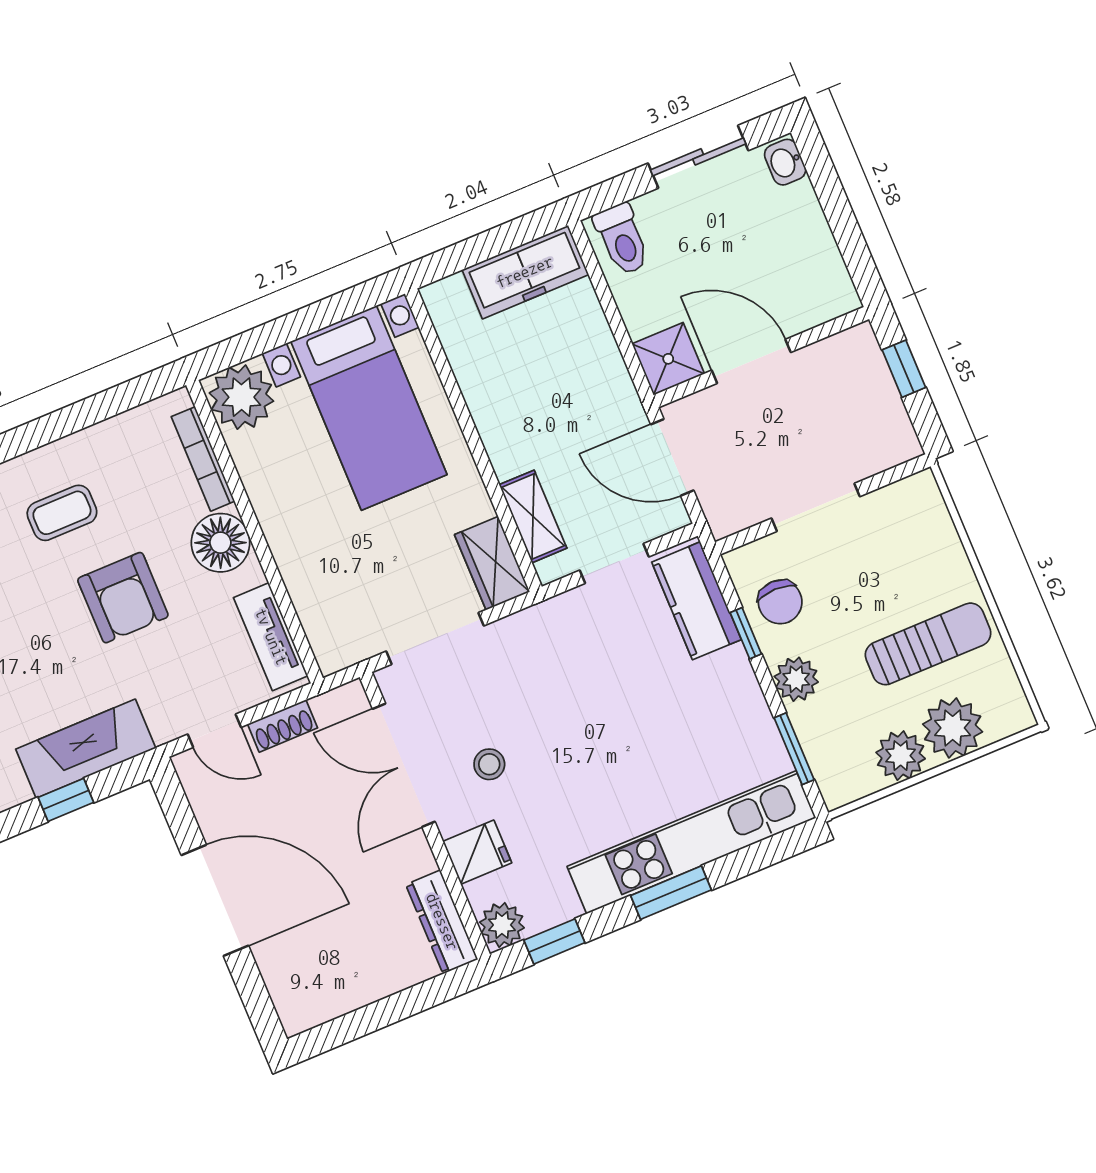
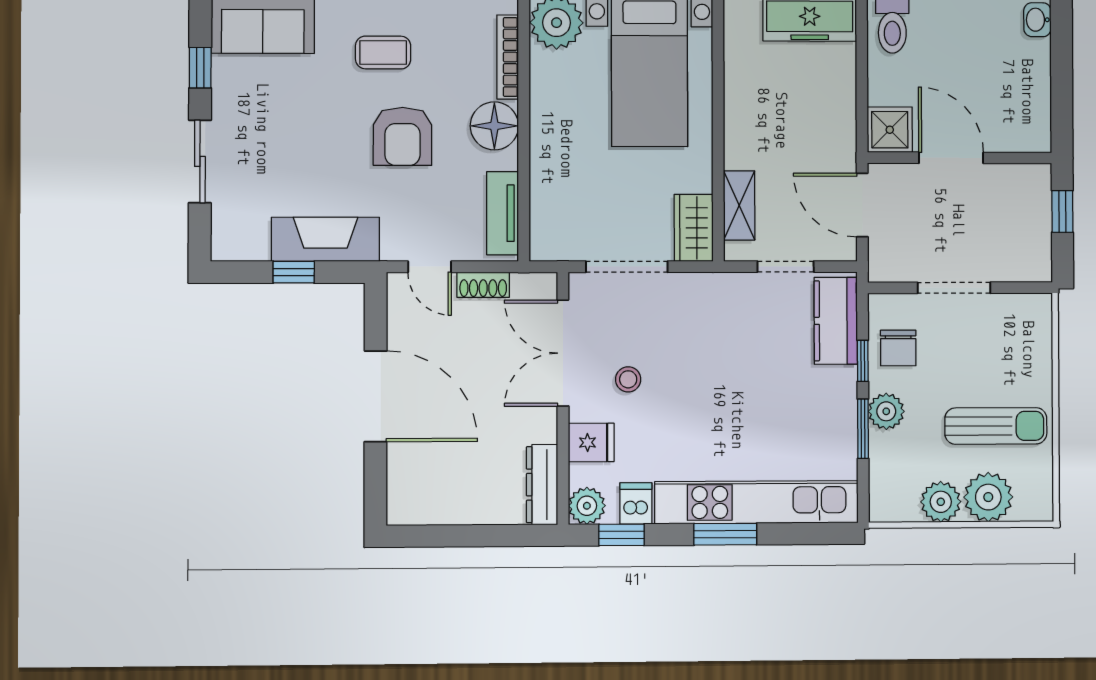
window: (794, 749) -> (863, 429), moved
dishwasher: (556, 900) -> (636, 503), added

